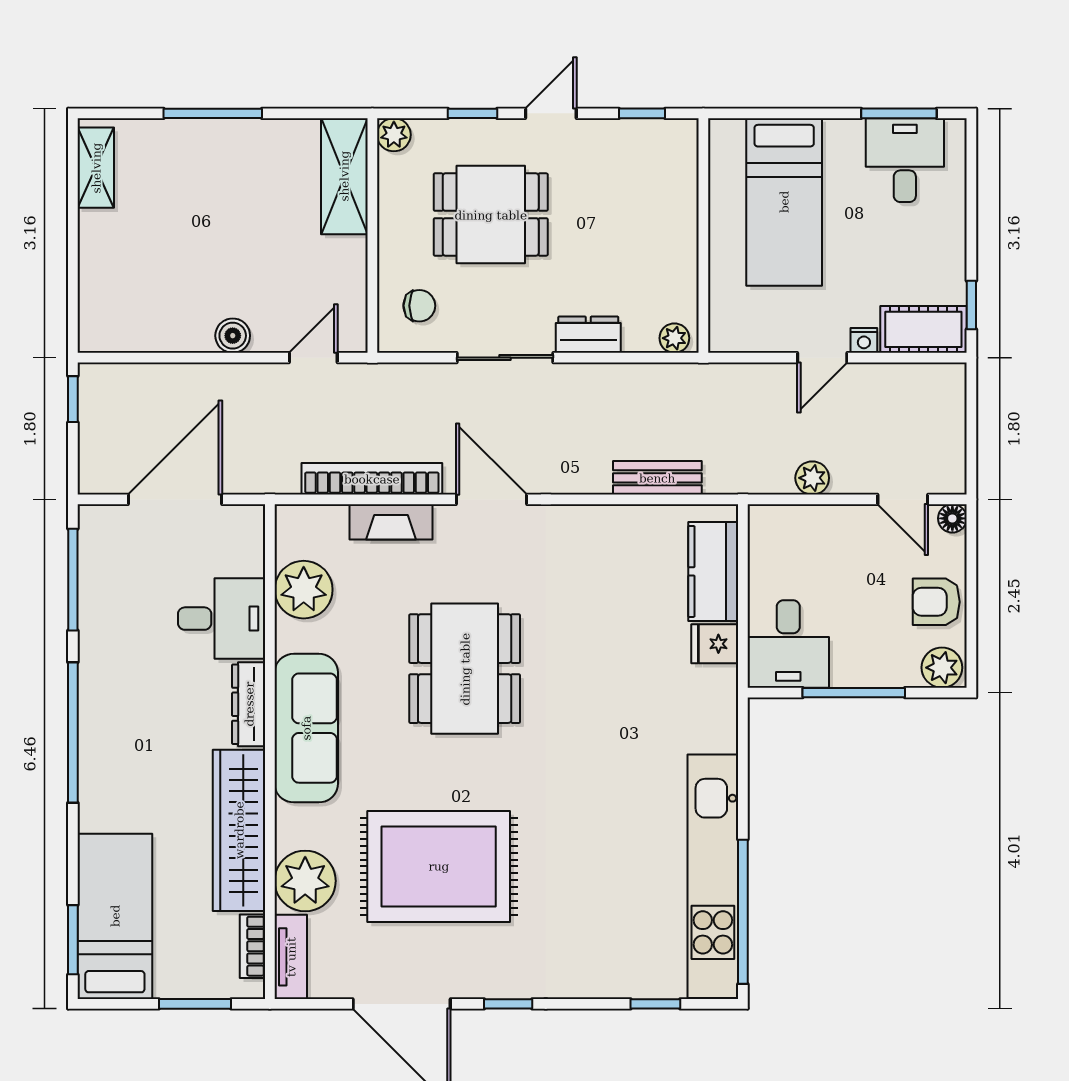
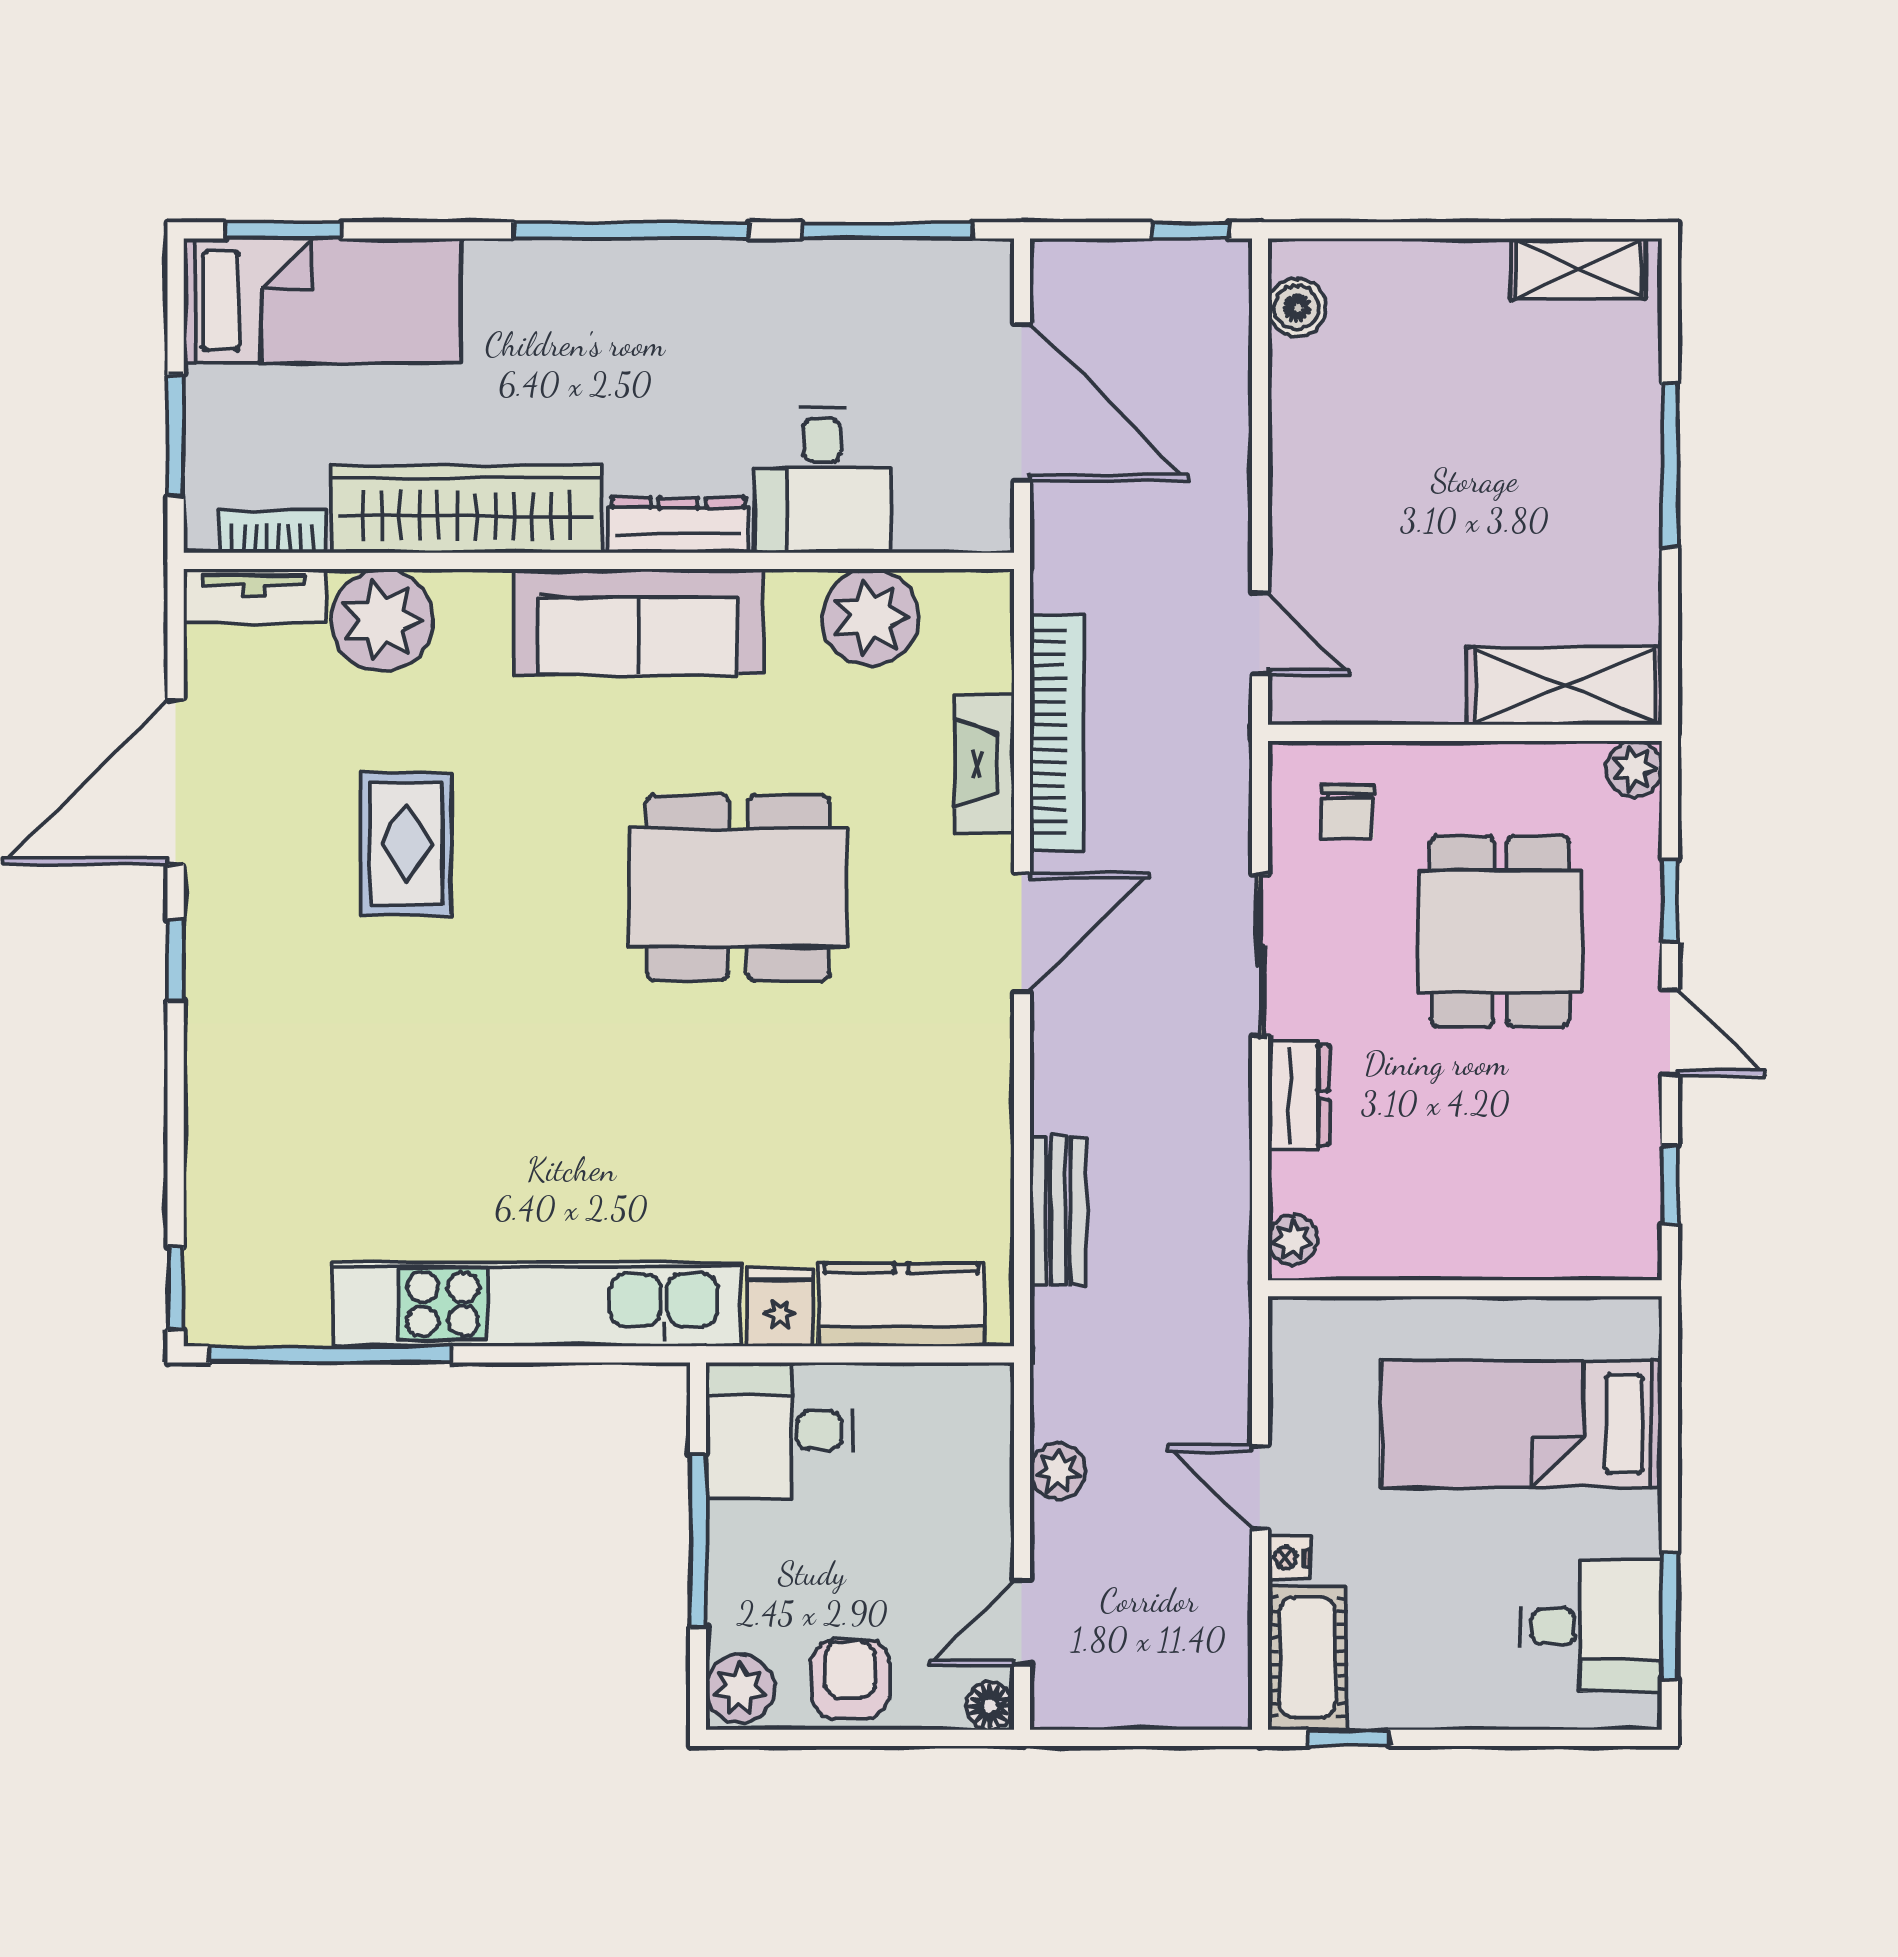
boiler: (233, 336) -> (1297, 307), moved
rug: (439, 866) -> (406, 844), width x0.54, depth x0.49
kitchen unit: (713, 876) -> (537, 1304), moved
window: (655, 1004) -> (176, 1288), moved

